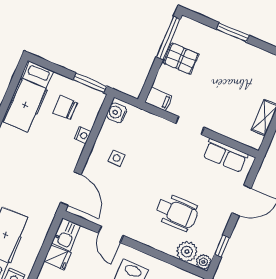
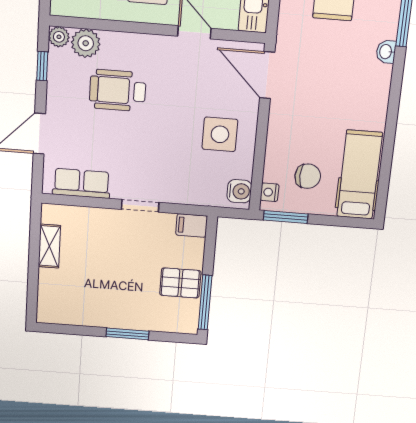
nightstand: (83, 135) -> (270, 192), moved
side table: (117, 158) -> (220, 134), width x1.87, depth x1.87

